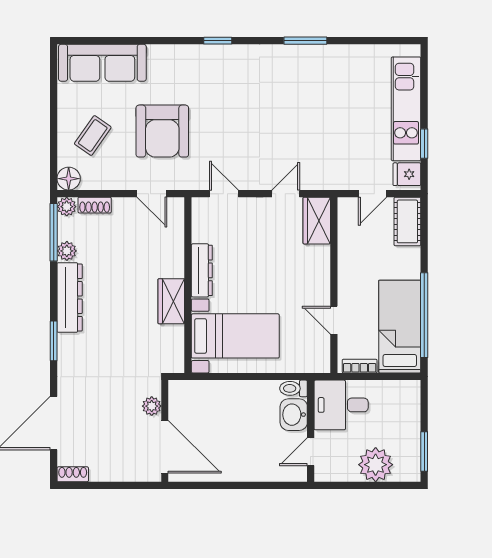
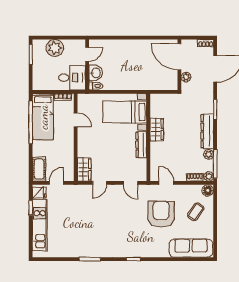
plant: (152, 406) -> (186, 77), moved
wall: (165, 431) -> (179, 65), moved
door: (165, 447) -> (179, 57), moved

